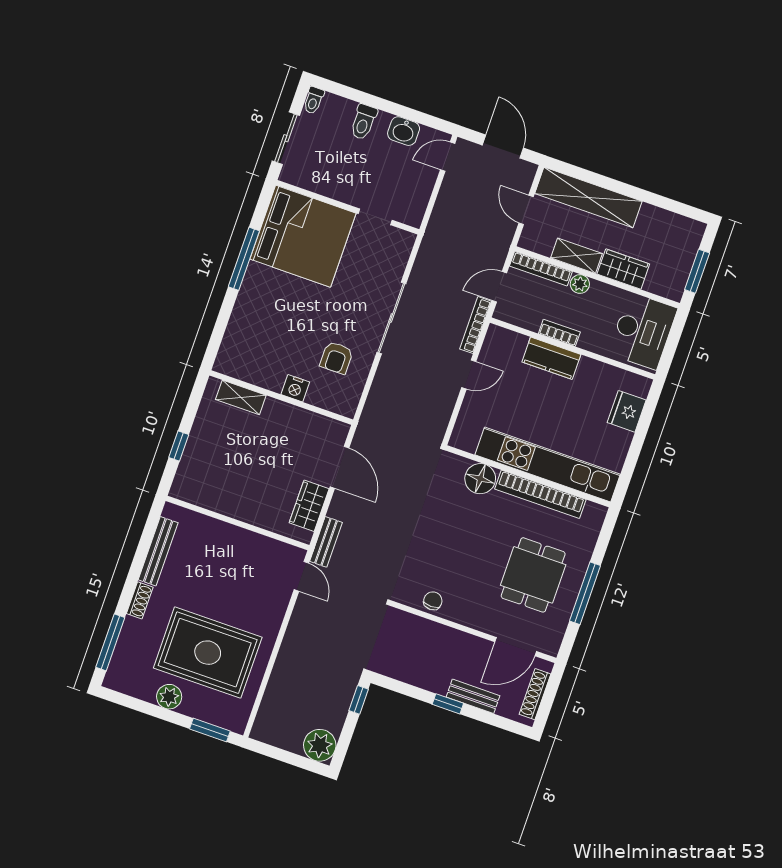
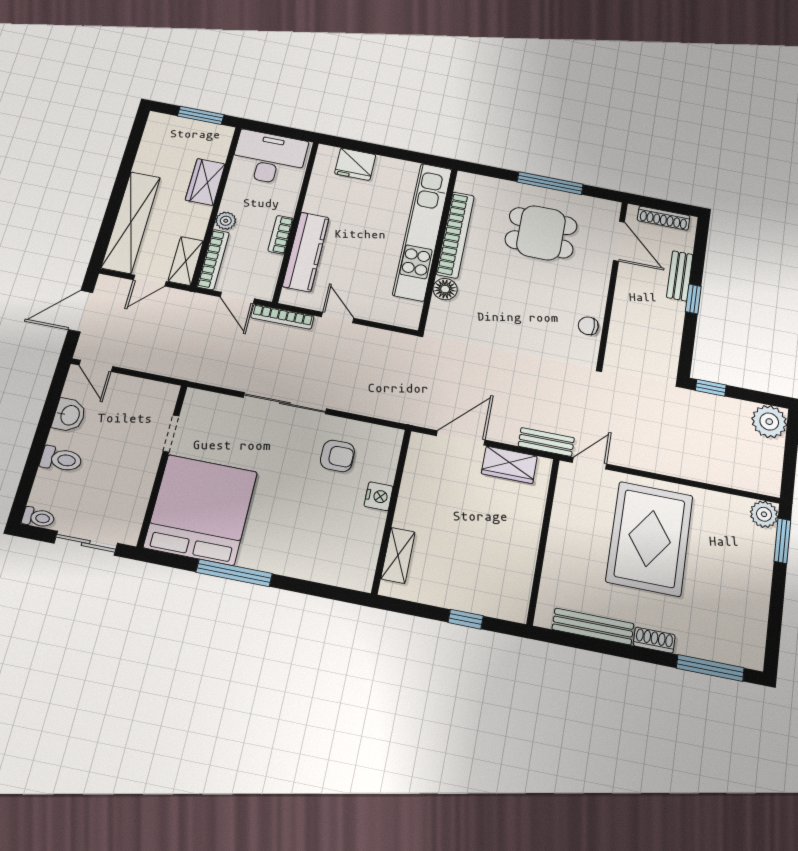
shelving: (576, 256) -> (186, 261), moved
kitchen counter: (551, 358) -> (306, 252), width x1.50
floor lamp: (480, 479) -> (445, 289), width x0.73, depth x0.73
rug: (208, 653) -> (650, 538), moved
plant: (169, 697) -> (764, 514), moved

